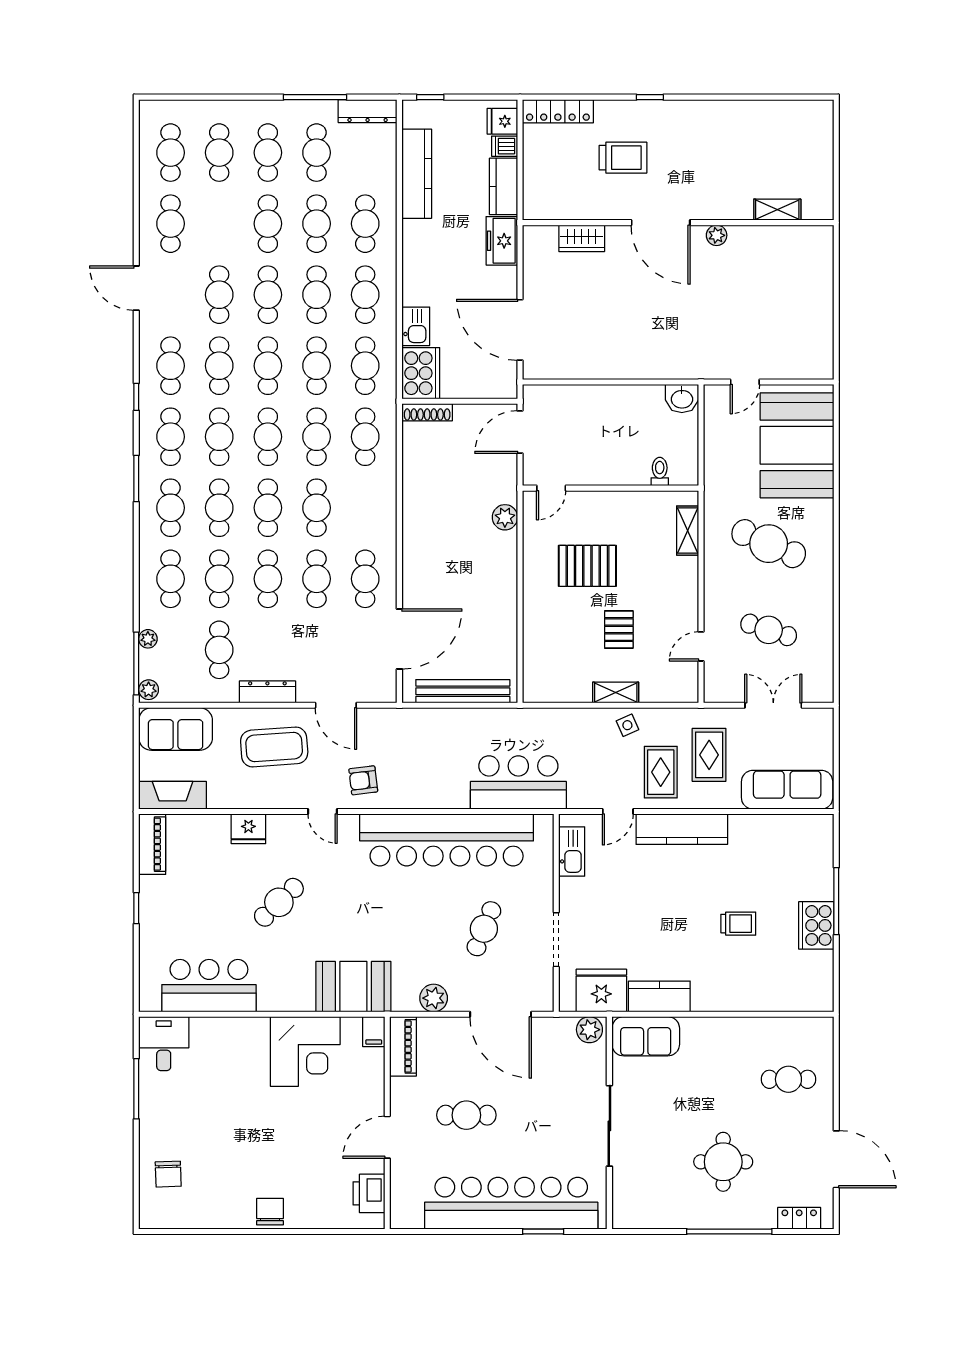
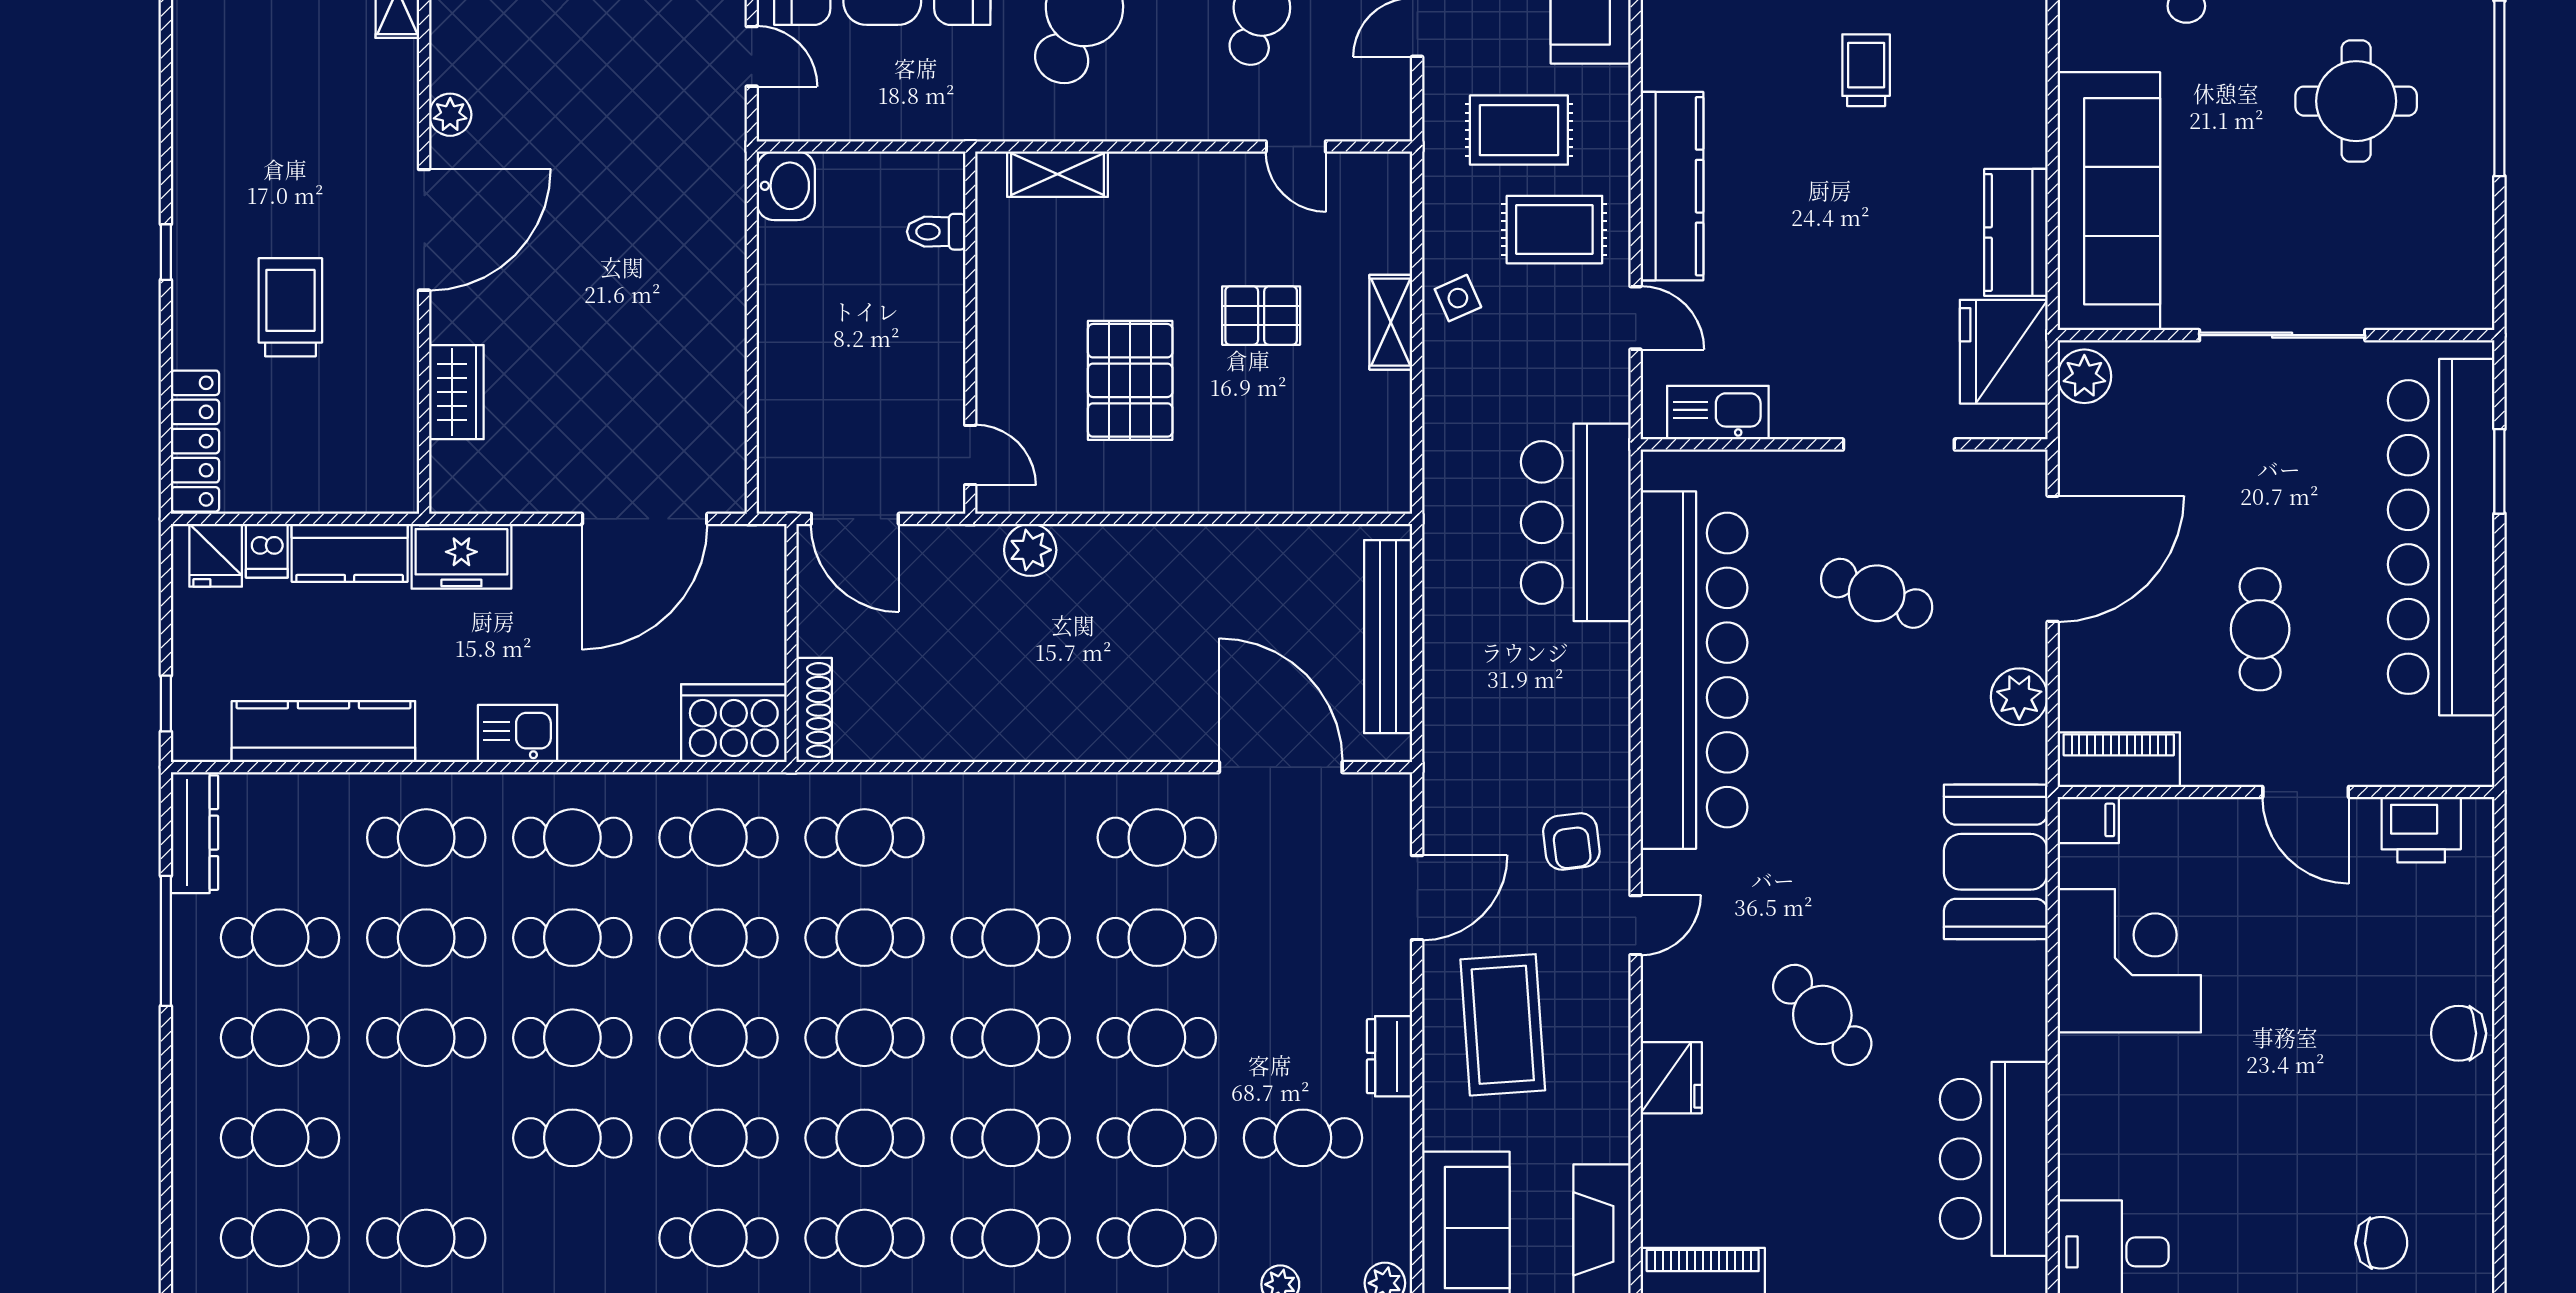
kitchen sink: (416, 326) -> (518, 733), moved
dresser: (267, 692) -> (1390, 1056), width x0.70
sofa: (646, 1036) -> (2109, 201), width x1.85, depth x1.27

